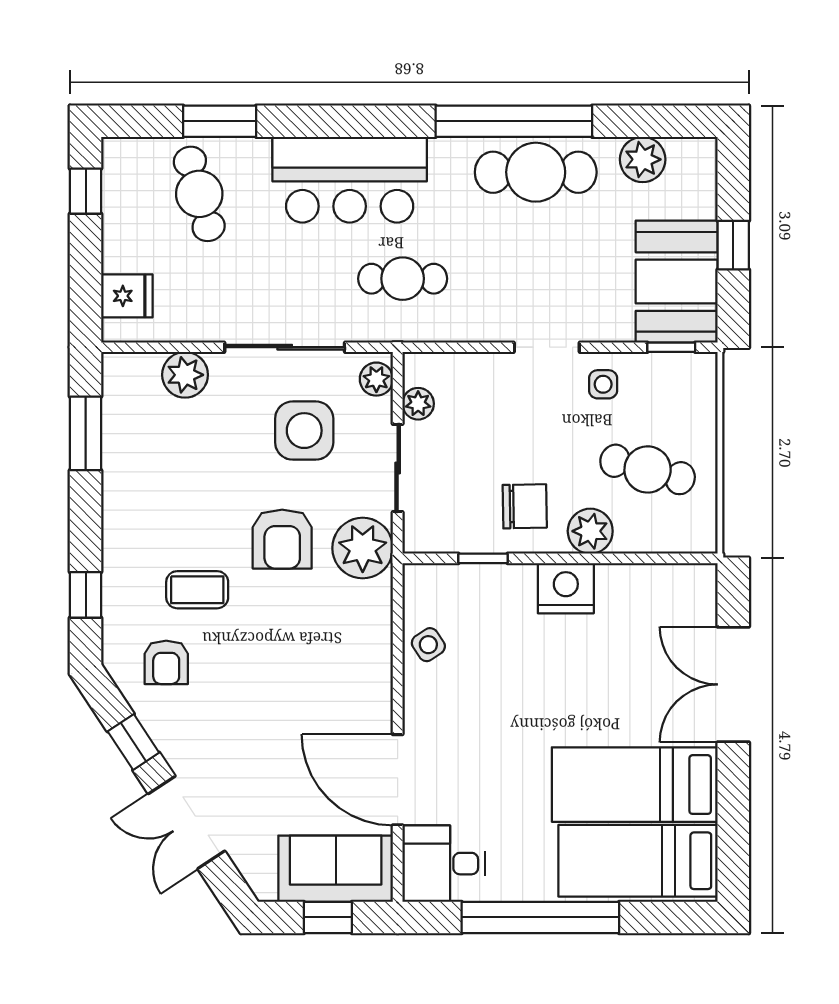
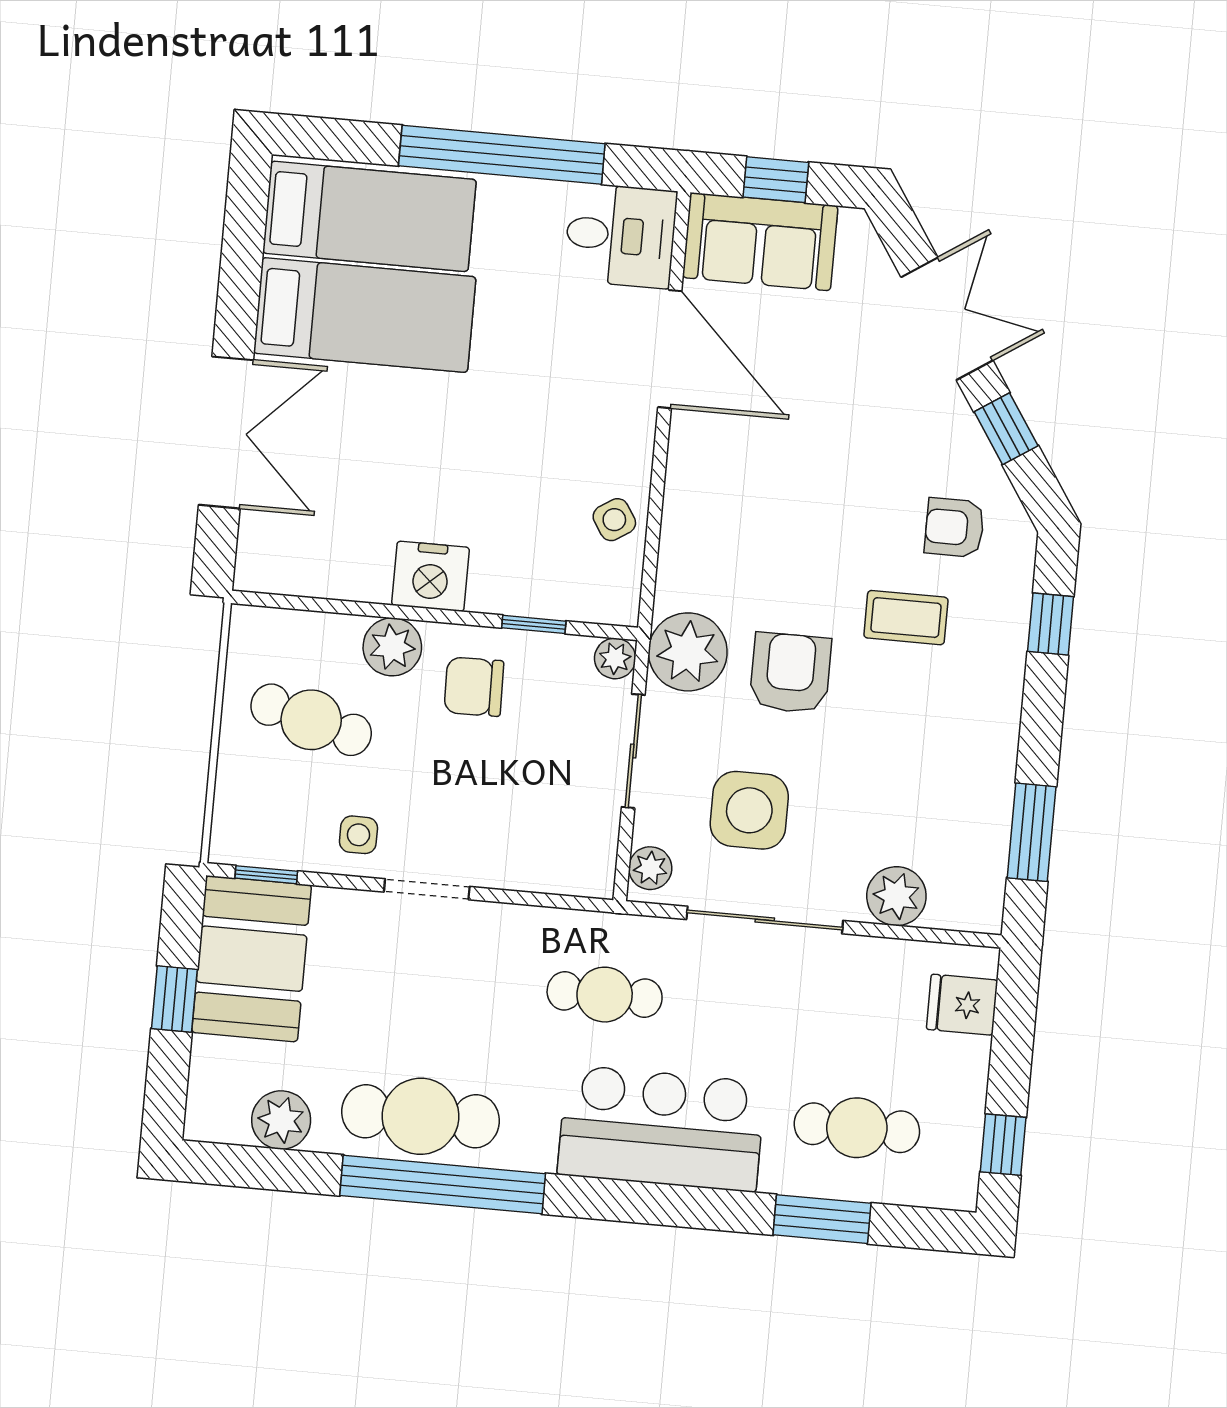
cafe table: (199, 194) -> (857, 1128), turned -74
plant: (418, 404) -> (615, 658), moved
armchair: (166, 662) -> (954, 528), turned -90

